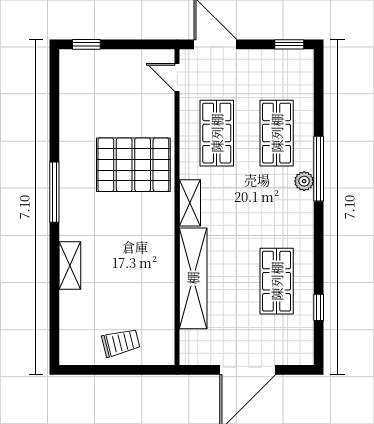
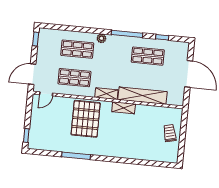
window: (319, 169) -> (127, 34), moved
window: (54, 192) -> (76, 156), moved
shelving: (70, 265) -> (124, 108), moved

